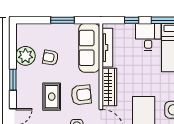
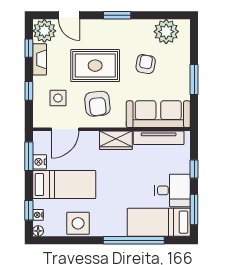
plant: (25, 56) -> (166, 32), moved
wardrobe: (109, 87) -> (116, 140), width x0.67
rug: (52, 97) -> (95, 66), width x1.36, depth x1.43

